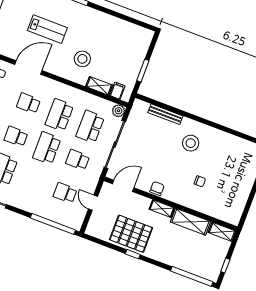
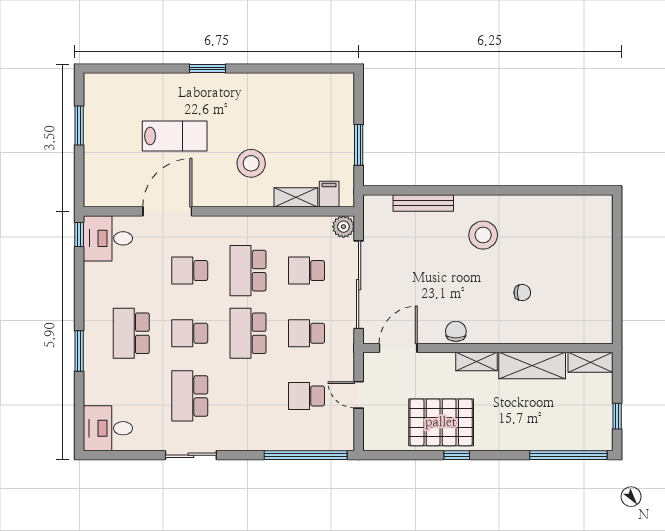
school desk: (90, 127) -> (306, 271), width x0.54

